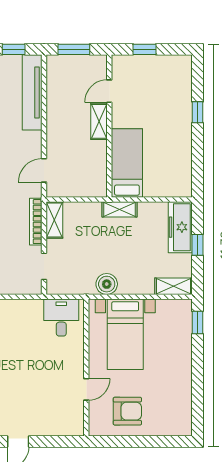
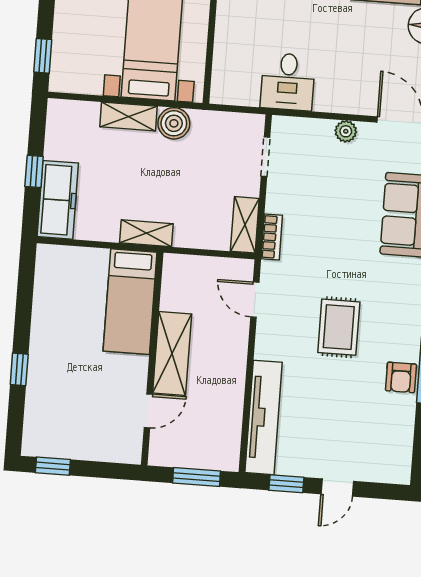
window: (144, 49) -> (53, 466), moved
shelving: (99, 121) -> (172, 354), width x1.50, depth x1.33
door: (44, 170) -> (255, 300), swing flipped
bookcase: (36, 222) -> (272, 237), width x0.64
shelving: (174, 286) -> (128, 117), moved
desk: (61, 318) -> (288, 82), moved

